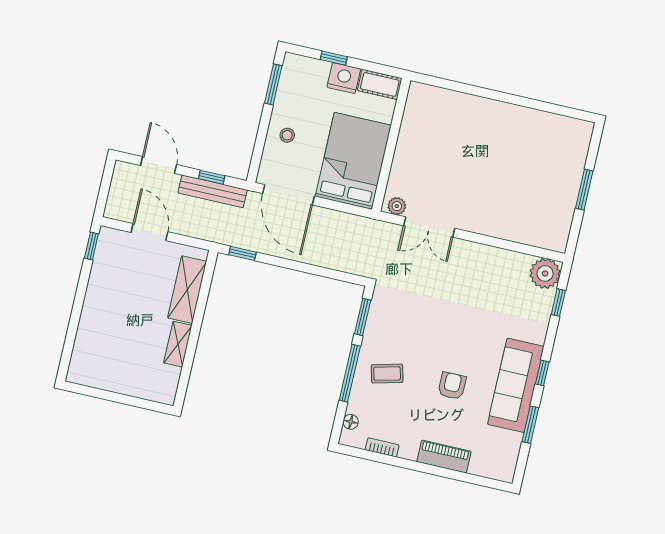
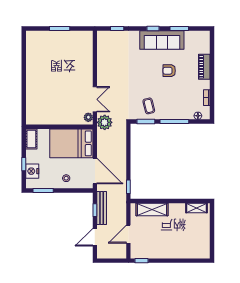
nightstand: (344, 78) -> (32, 171), moved
door: (288, 195) -> (95, 171), hinge flipped
plant: (545, 274) -> (105, 122), moved
shelving: (178, 344) -> (196, 208), moved
coffee table: (387, 374) -> (149, 106), moved

